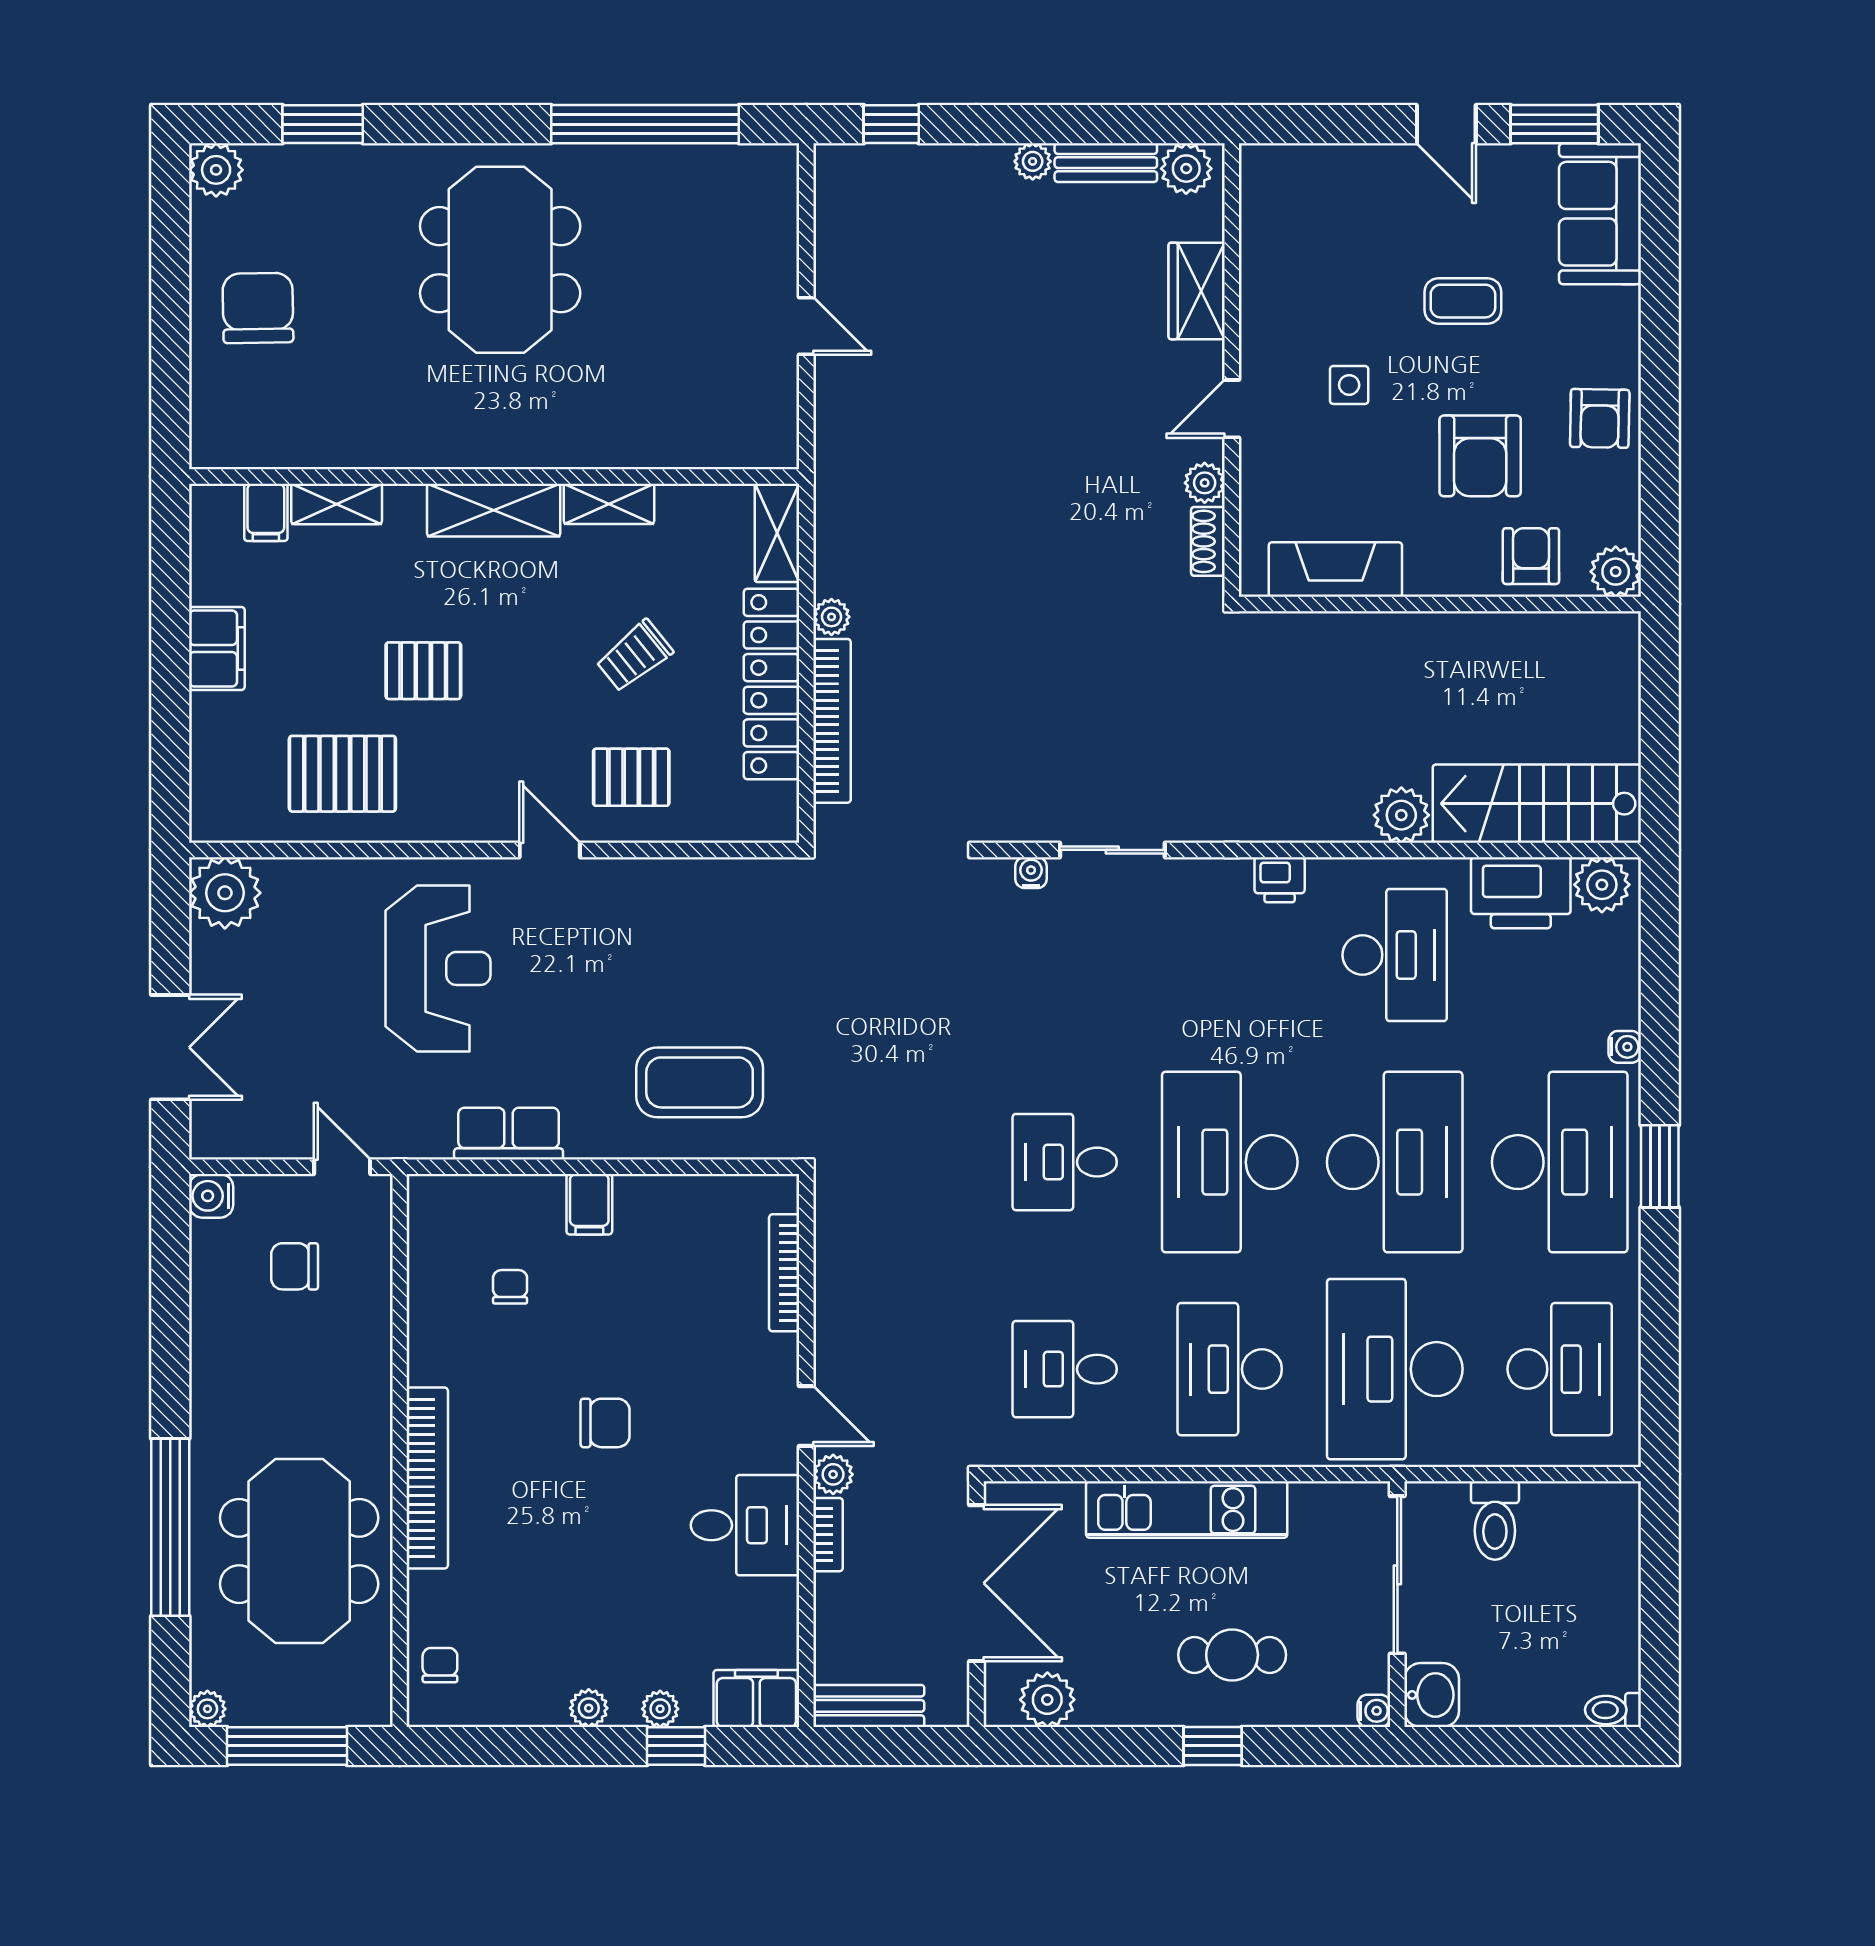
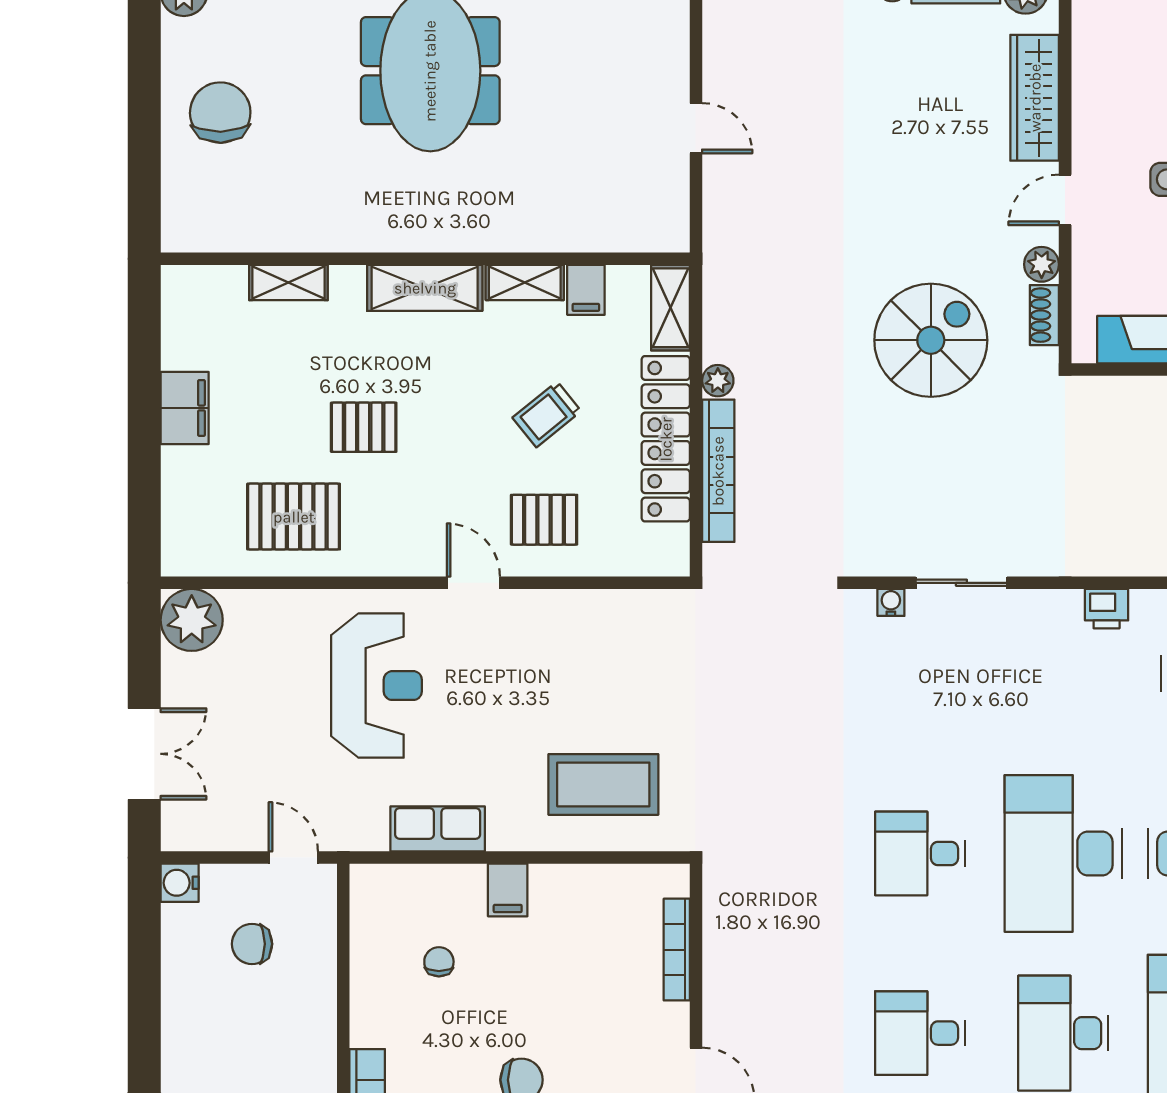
wardrobe: (1197, 291) -> (1035, 98), width x1.50
filing cabinet: (266, 512) -> (586, 290), moved
spiral stairs: (1077, 570) -> (931, 340), added

